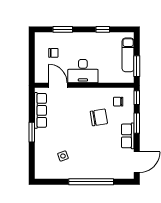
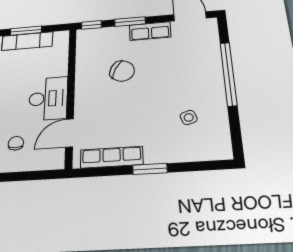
window: (137, 66) -> (26, 31), moved
chair: (118, 102) -> (97, 48), removed
chair: (99, 117) -> (122, 71), turned 125

